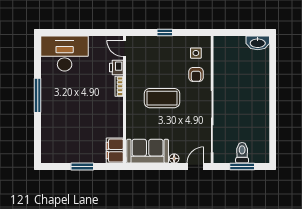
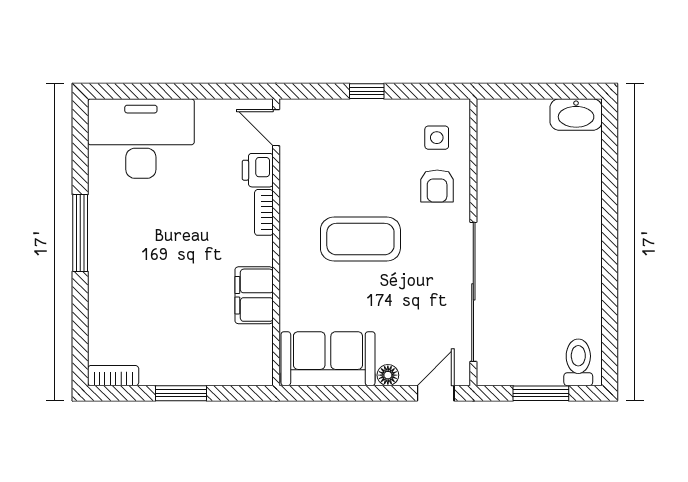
filing cabinet: (115, 151) -> (254, 295), moved
toilet: (242, 153) -> (578, 362), moved
bookcase: (52, 159) -> (113, 376), added

